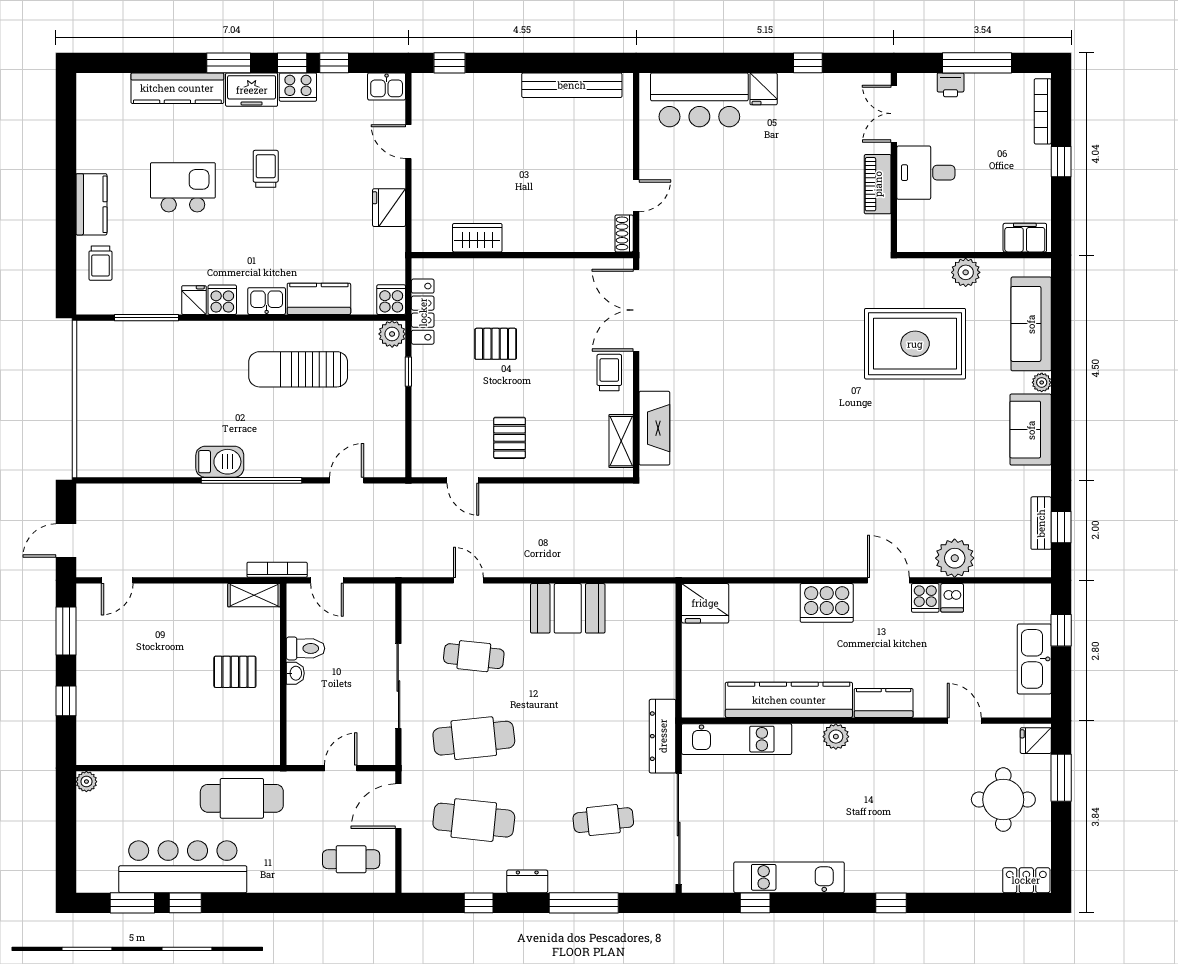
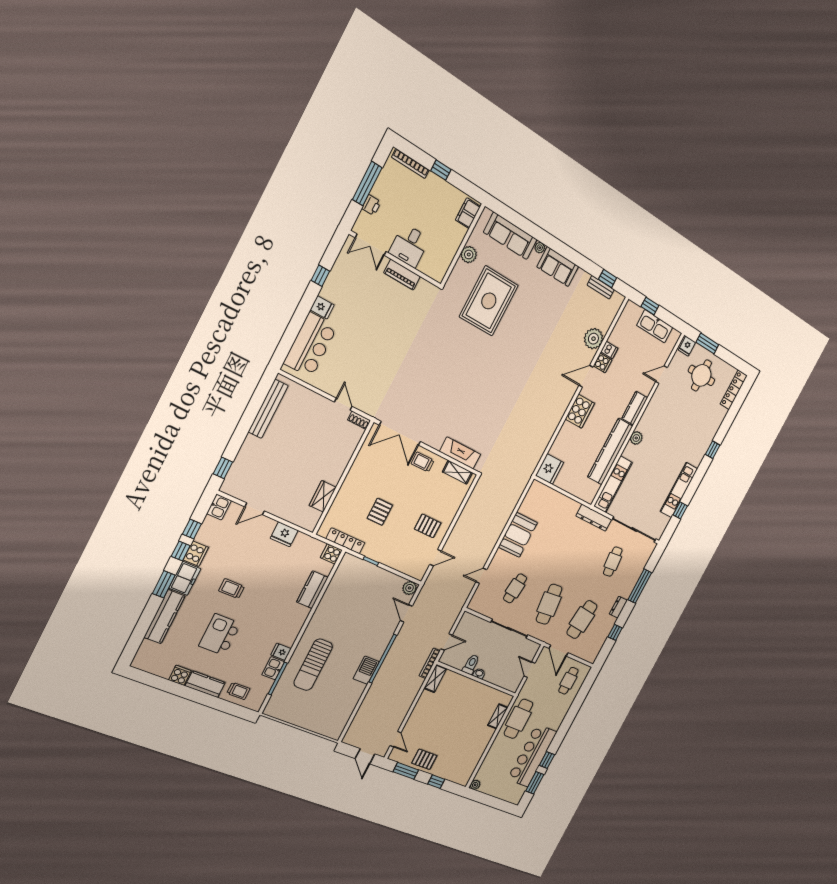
cooker: (222, 300) -> (180, 675), moved, turned 90
kitchen sink: (267, 301) -> (273, 668), moved
plant: (392, 334) -> (410, 588), moved
sun lounger: (298, 369) -> (313, 665), moved
pallet: (235, 672) -> (424, 759), moved, turned 90
shelving: (231, 754) -> (498, 716), added
locker: (1026, 880) -> (734, 390), width x1.53

